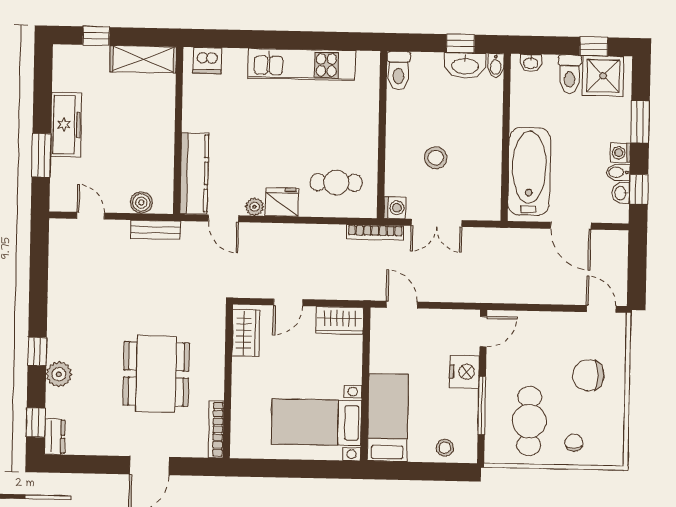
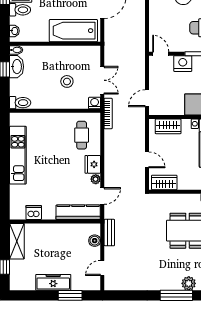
dishwasher: (207, 61) -> (34, 213), moved, turned -90
wardrobe: (340, 321) -> (168, 126), moved, turned 90
window: (37, 351) -> (176, 295), width x2.17

